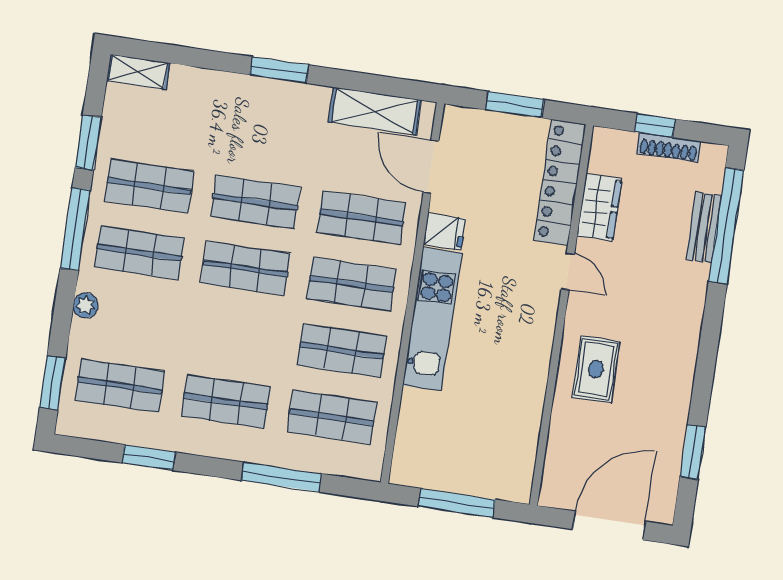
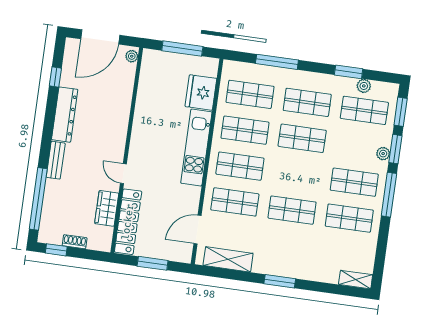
window: (655, 125) -> (56, 250), moved
window: (88, 143) -> (395, 149), moved
shoe rack: (668, 147) -> (75, 242), width x0.70
door: (431, 167) -> (198, 230), swing flipped
bench: (704, 227) -> (56, 160), moved
fridge: (444, 232) -> (201, 92), moved, width x1.88, depth x1.34
shop shelf: (245, 268) -> (302, 138), moved
rug: (596, 369) -> (108, 121), removed
dresser: (676, 382) -> (65, 115), added
plant: (121, 431) -> (364, 86), added
window: (693, 452) -> (55, 77), width x0.67
plant: (551, 489) -> (132, 56), added

